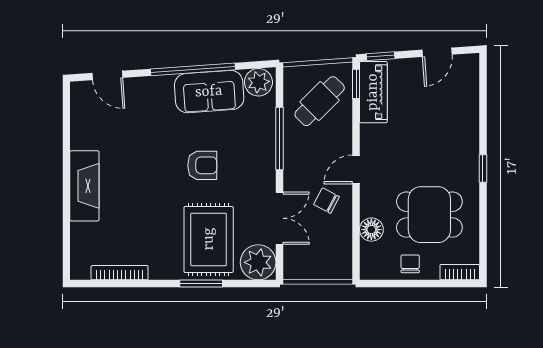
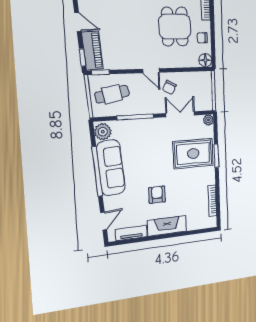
sofa: (209, 92) -> (111, 168), width x1.36
piano: (373, 92) -> (92, 51), moved, turned 86
cafe table: (320, 101) -> (112, 94), turned -56
tv unit: (80, 122) -> (131, 233), added
armchair: (202, 165) -> (157, 195), moved
floor lamp: (371, 230) -> (205, 60), moved
plant: (258, 262) -> (208, 120), width x0.53, depth x0.53

